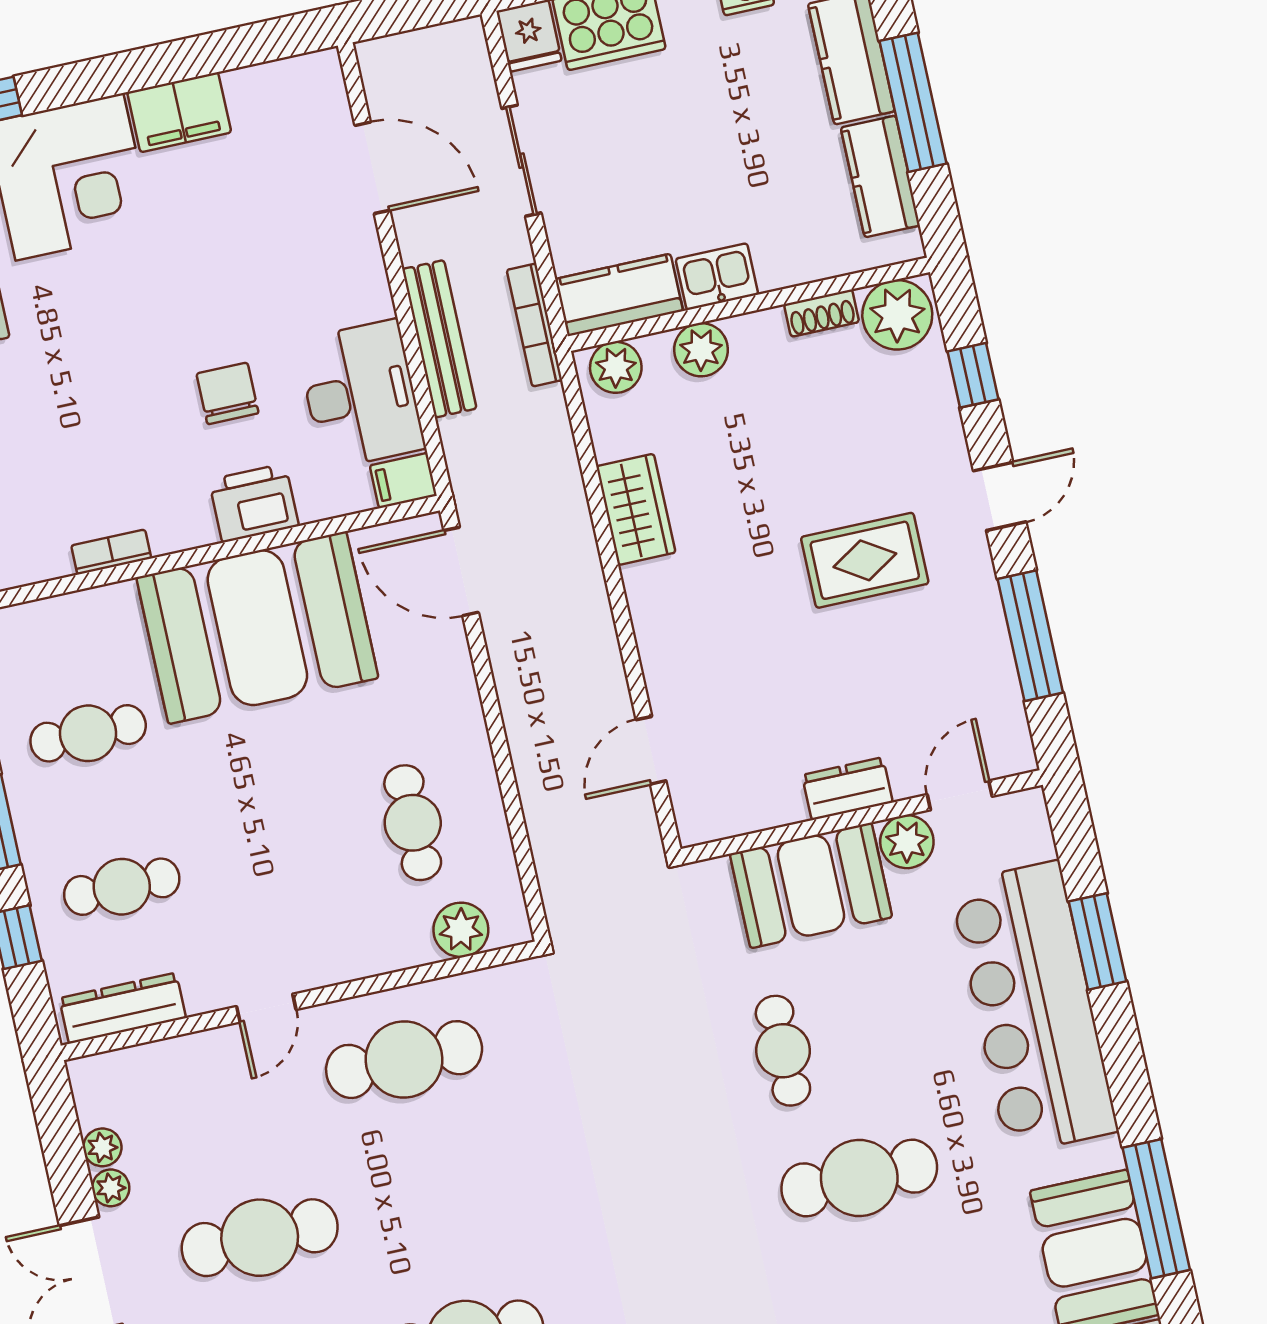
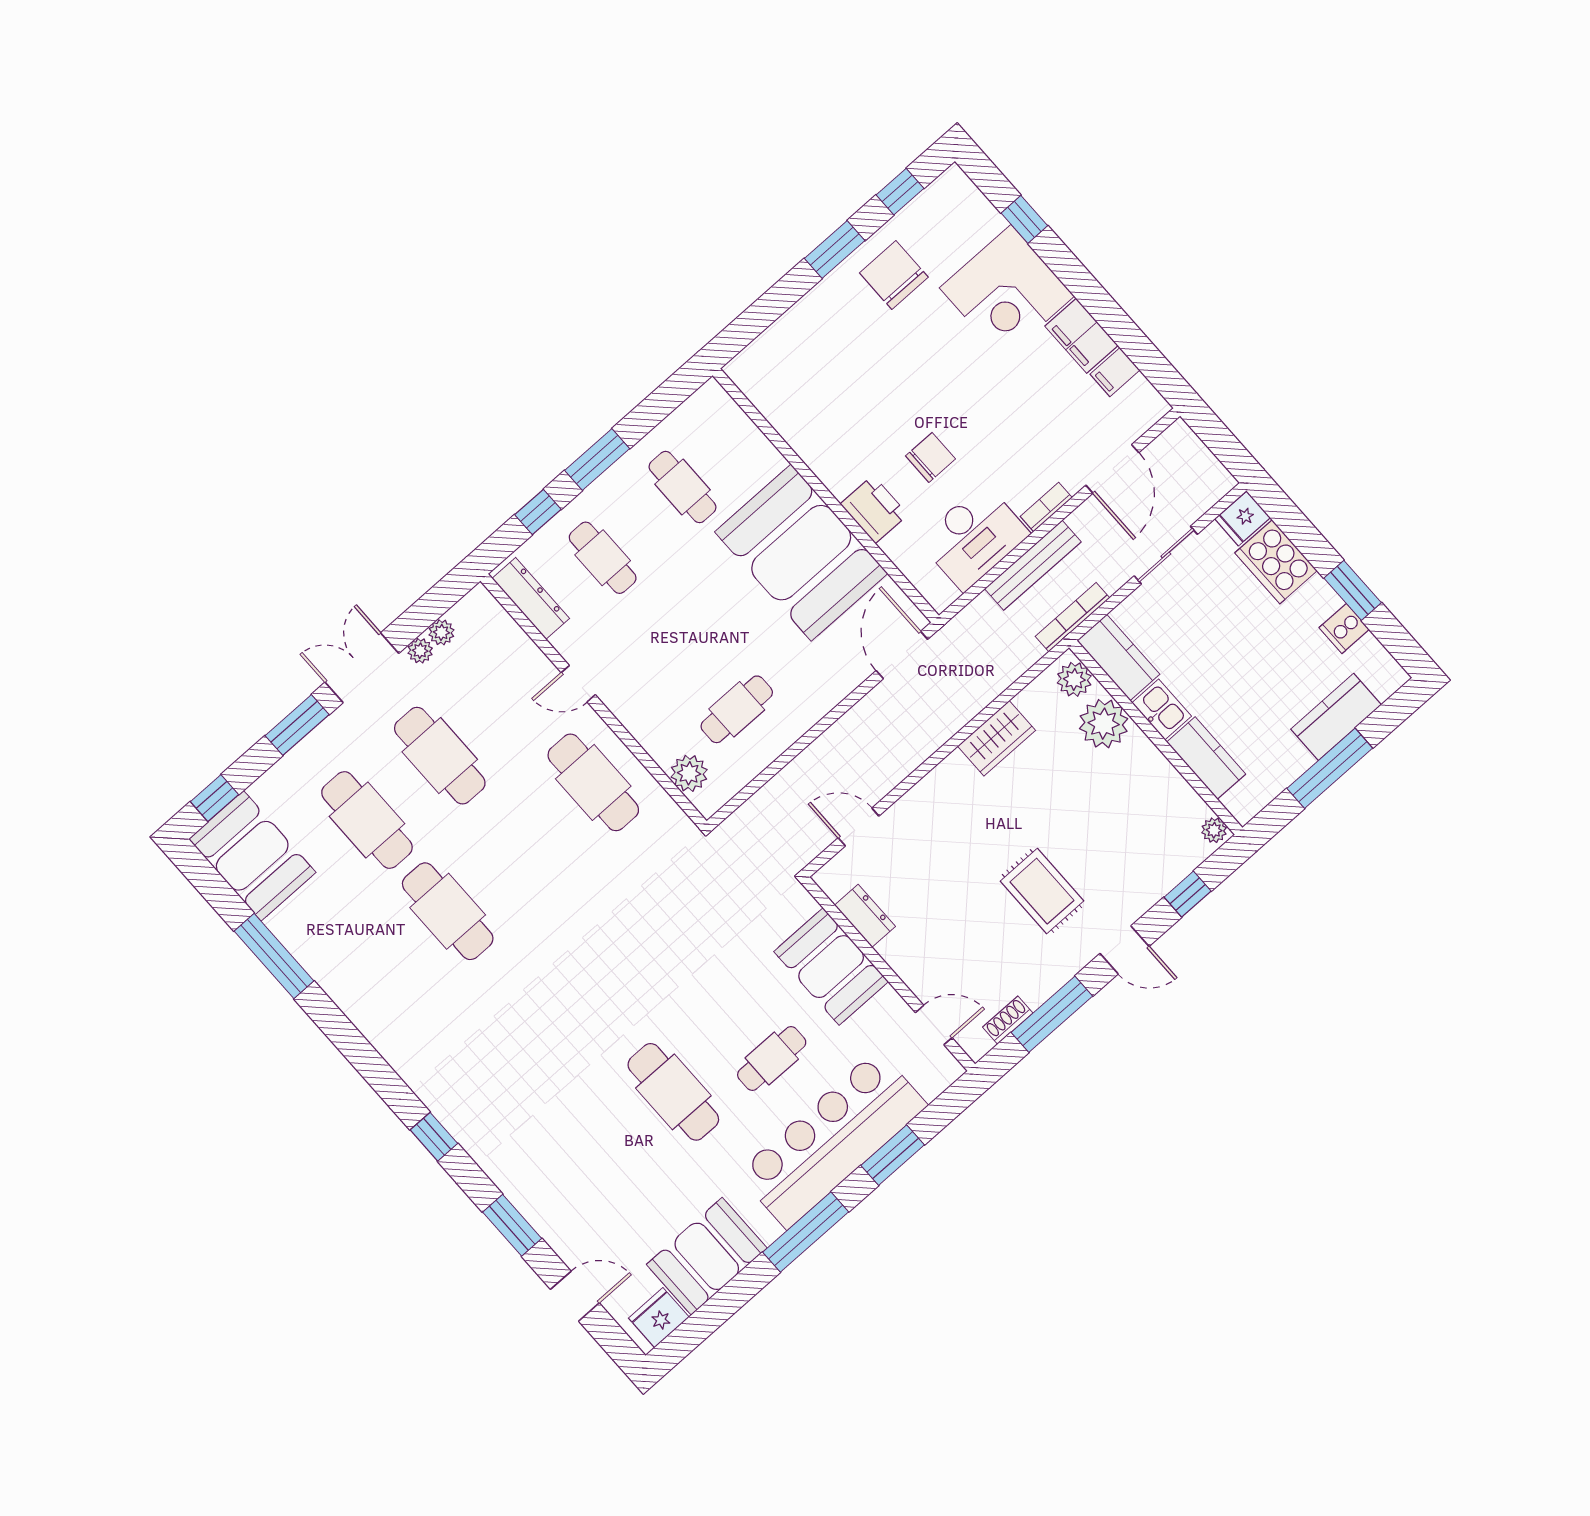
kitchen counter: (880, 176) -> (1206, 758), moved, turned 90
shoe rack: (822, 313) -> (1008, 1020), moved, turned 90
plant: (897, 315) -> (1214, 830), width x0.53, depth x0.53
plant: (701, 350) -> (1104, 724), width x1.36, depth x1.36
filing cabinet: (403, 481) -> (1115, 372), moved, turned -90
bookcase: (111, 552) -> (1046, 507), moved, turned -90
dresser: (847, 789) -> (865, 916), moved
plant: (907, 842) -> (889, 1009), removed
cafe table: (783, 1051) -> (772, 1059), moved
window: (1156, 1209) -> (806, 1232), moved

